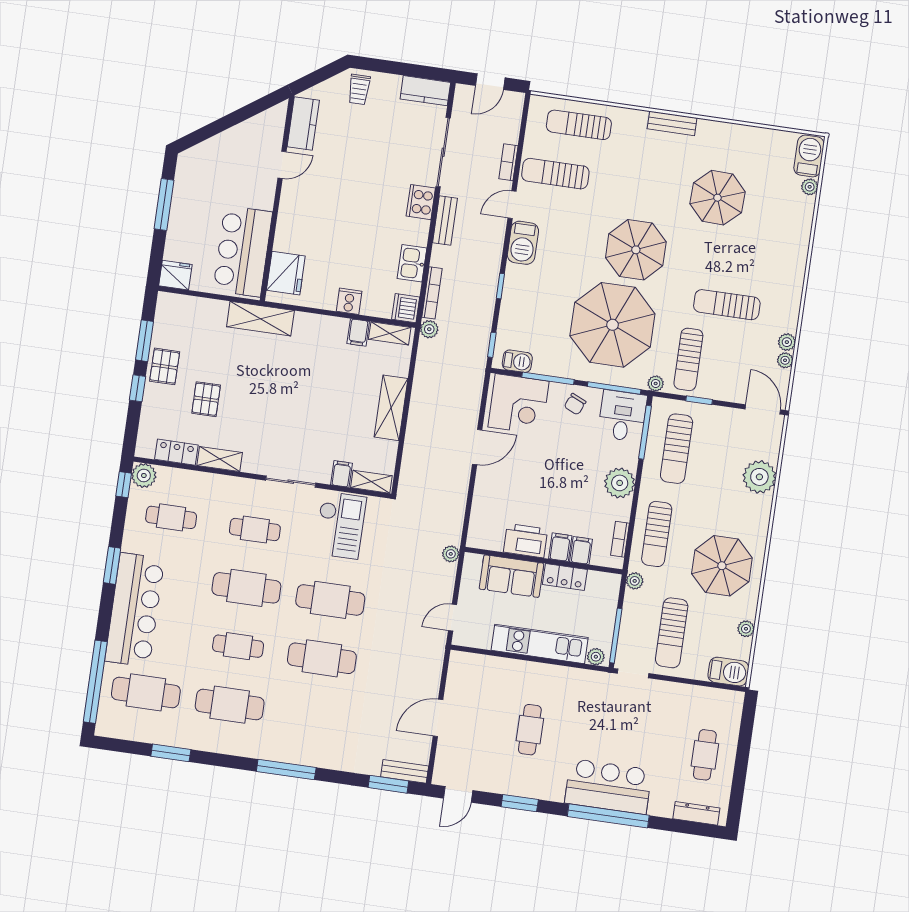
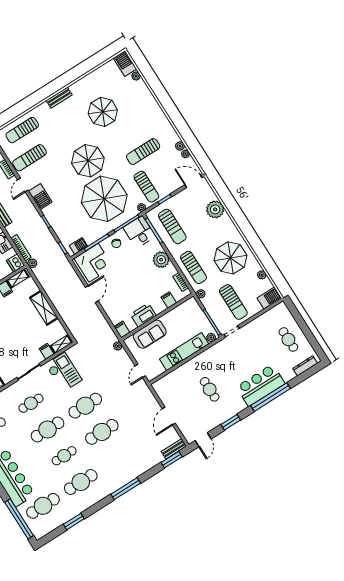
filing cabinet: (560, 547) -> (122, 329), moved
locker: (565, 577) -> (171, 316), removed

